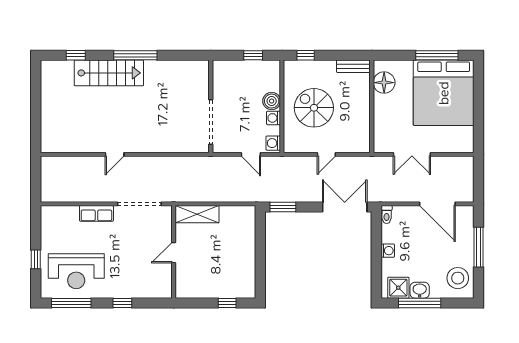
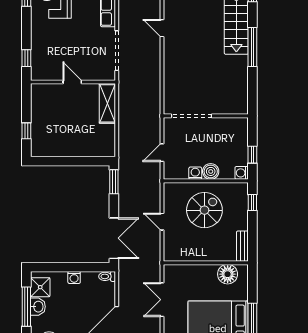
washing machine: (273, 143) -> (242, 173), moved, turned -90
window: (122, 303) -> (26, 58), moved

